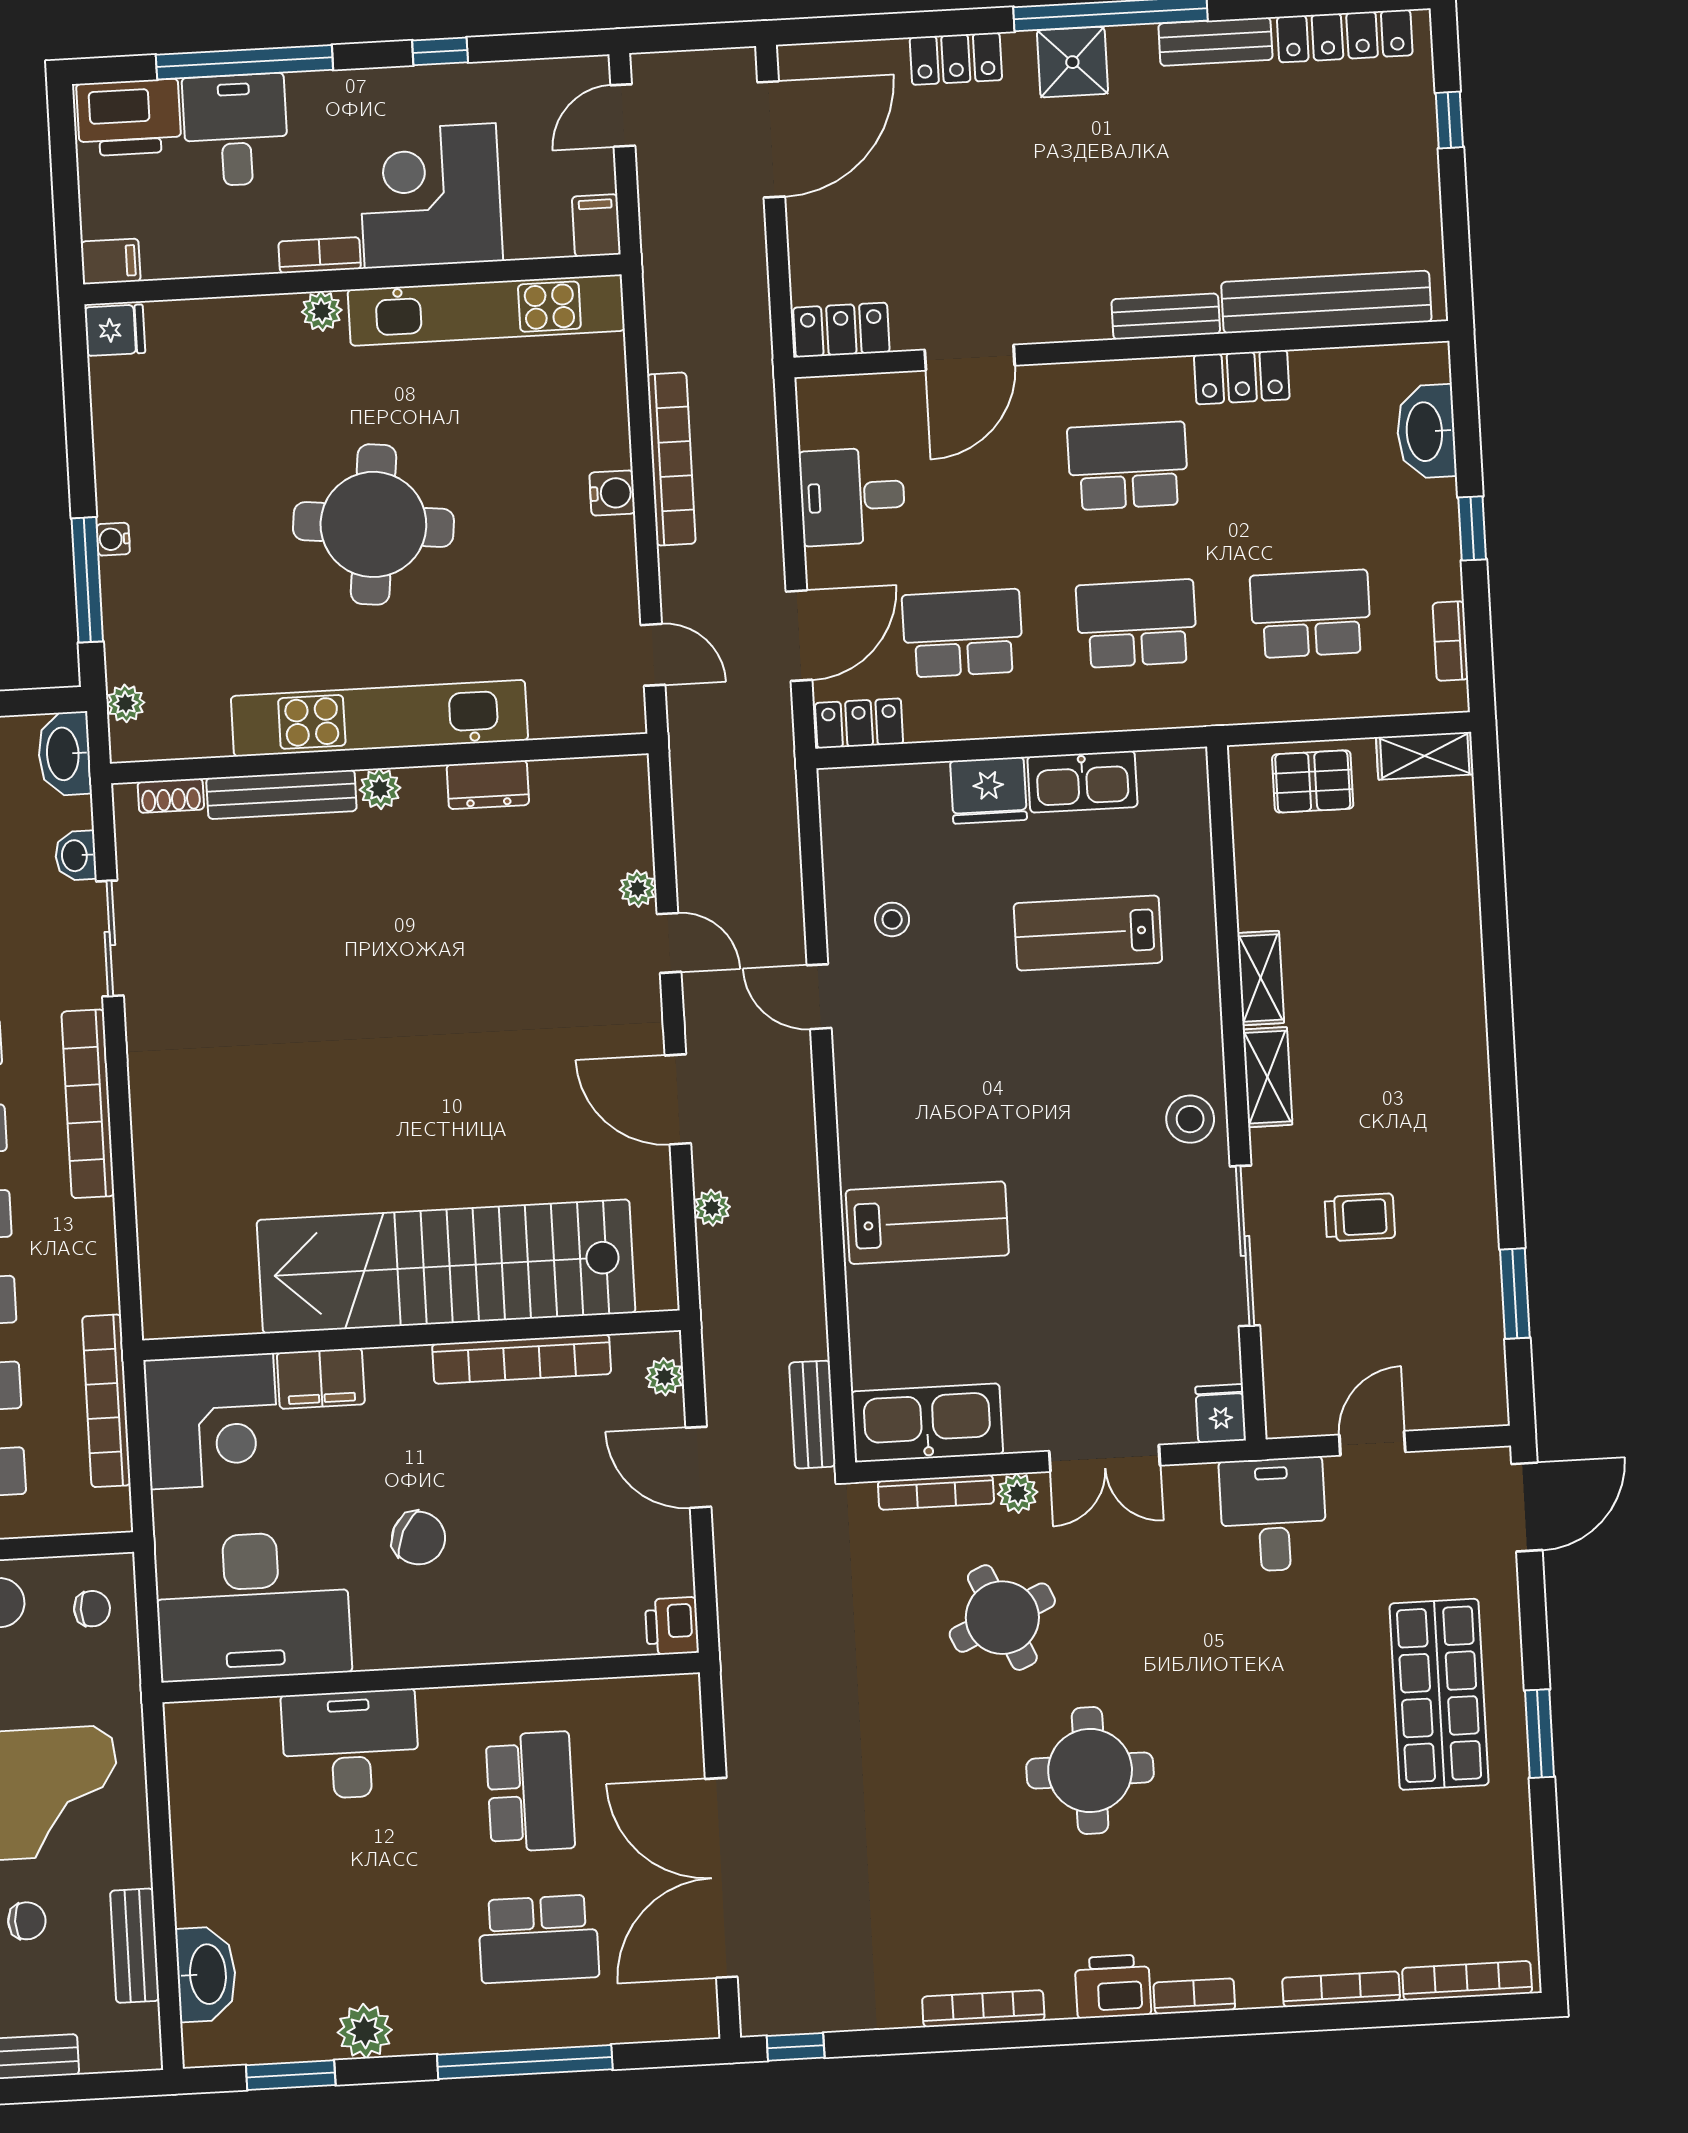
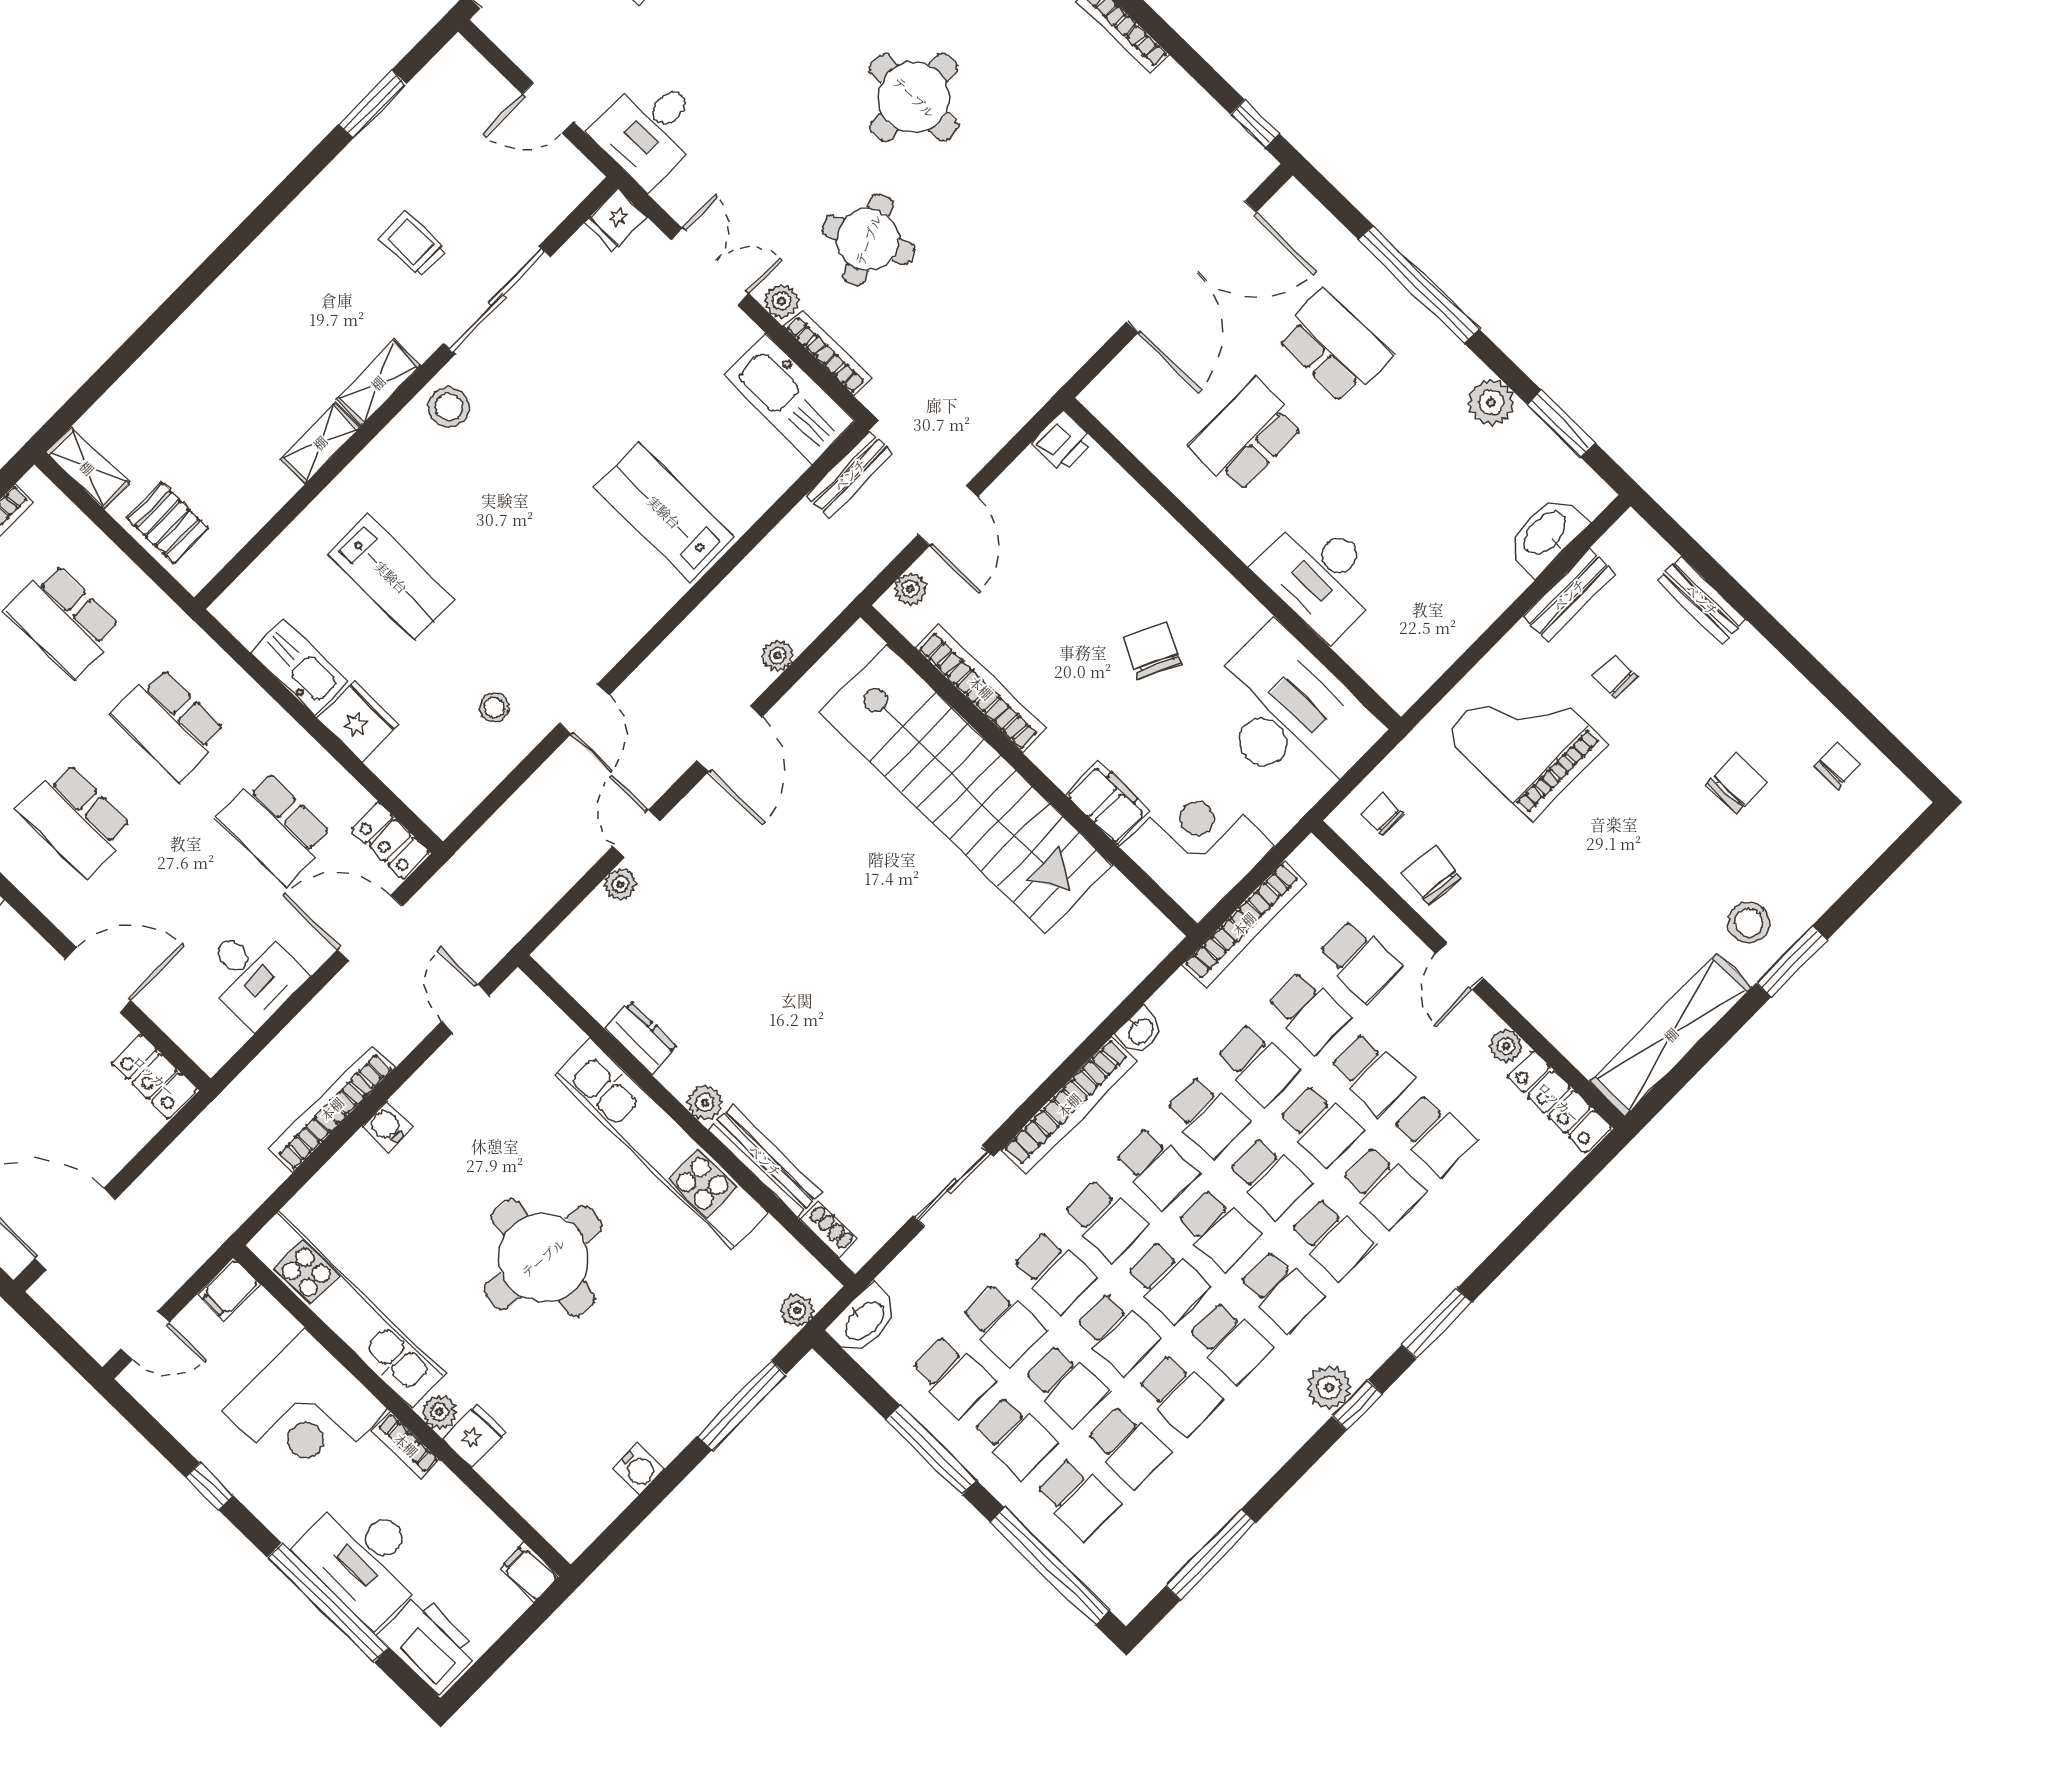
desk: (236, 130) -> (364, 1558), width x1.37
fridge: (115, 330) -> (474, 1435), moved, turned 90
water cooler: (113, 539) -> (638, 1469), moved, width x1.38, depth x1.38
washbasin: (76, 856) -> (1140, 1031), moved

